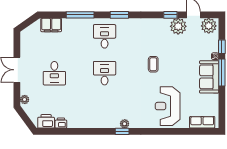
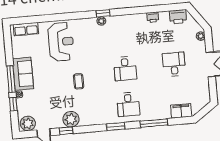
plant: (178, 26) -> (71, 119), moved
printer: (61, 123) -> (153, 17), moved

